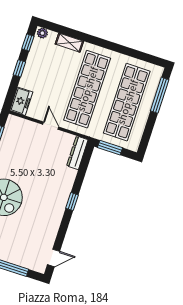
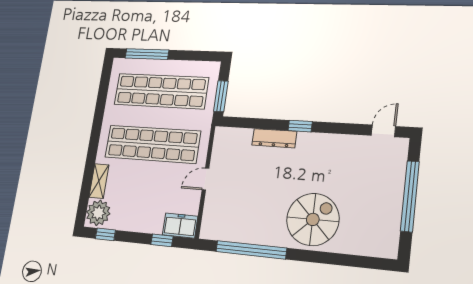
plant: (42, 33) -> (98, 213), width x1.87, depth x1.87
window: (19, 68) -> (162, 240), moved
dresser: (77, 153) -> (274, 138), moved
door: (54, 258) -> (383, 131), hinge flipped

